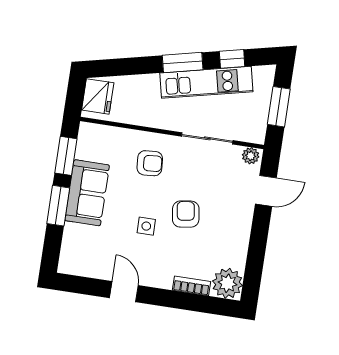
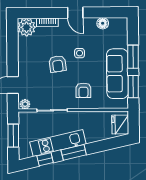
armchair: (150, 163) -> (83, 90), turned -85
sofa: (87, 193) -> (117, 74), width x1.36
floor lamp: (100, 269) -> (103, 23), added
door: (124, 292) -> (75, 13), moved

